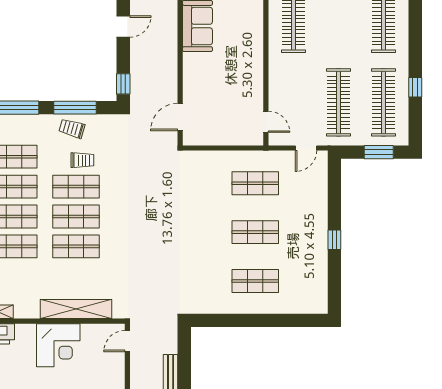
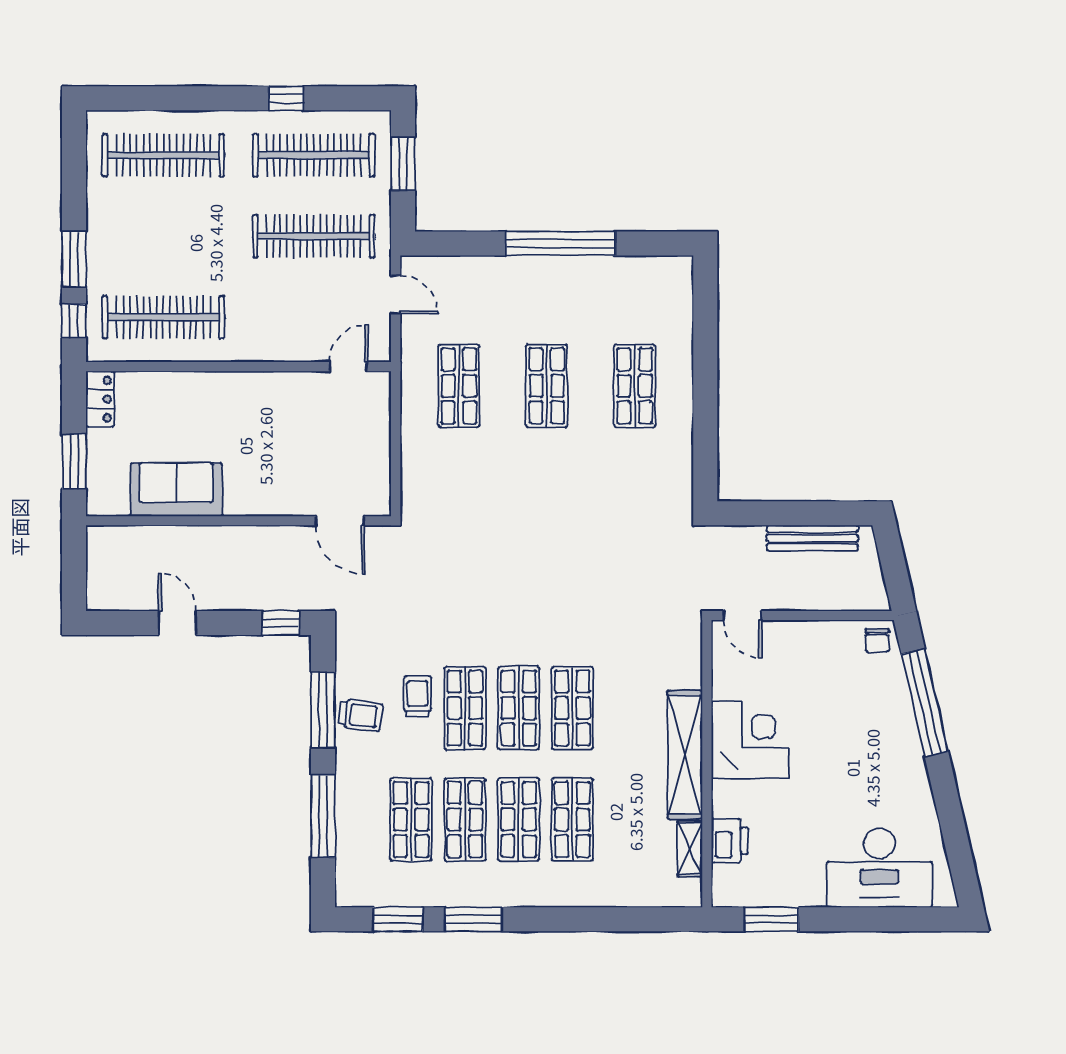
trolley: (72, 129) -> (361, 715), turned -99
window: (334, 240) -> (561, 244), width x3.17
shelving: (76, 309) -> (685, 755), moved

